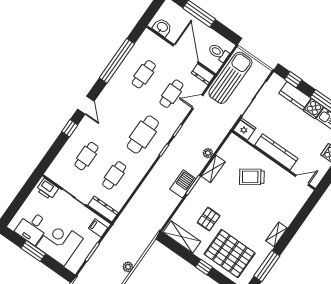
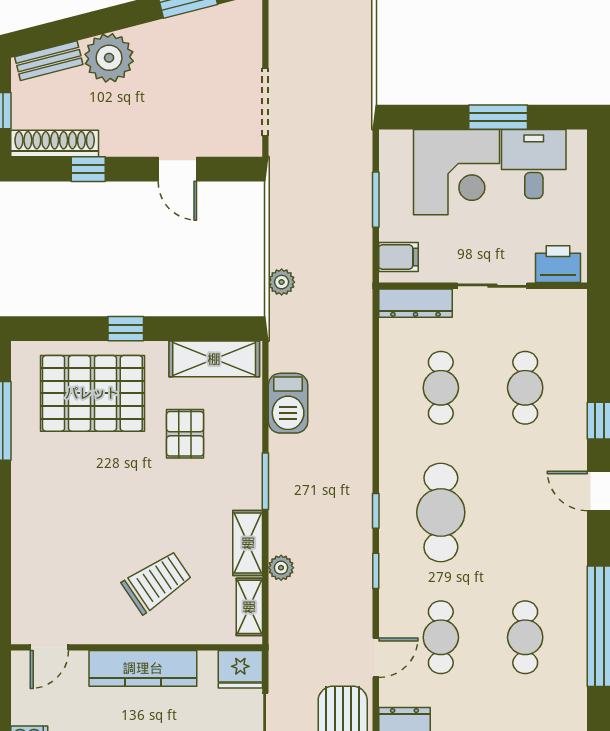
barbecue: (183, 184) -> (288, 403), moved
shelving: (277, 234) -> (249, 607), moved
plant: (128, 267) -> (282, 282), moved

